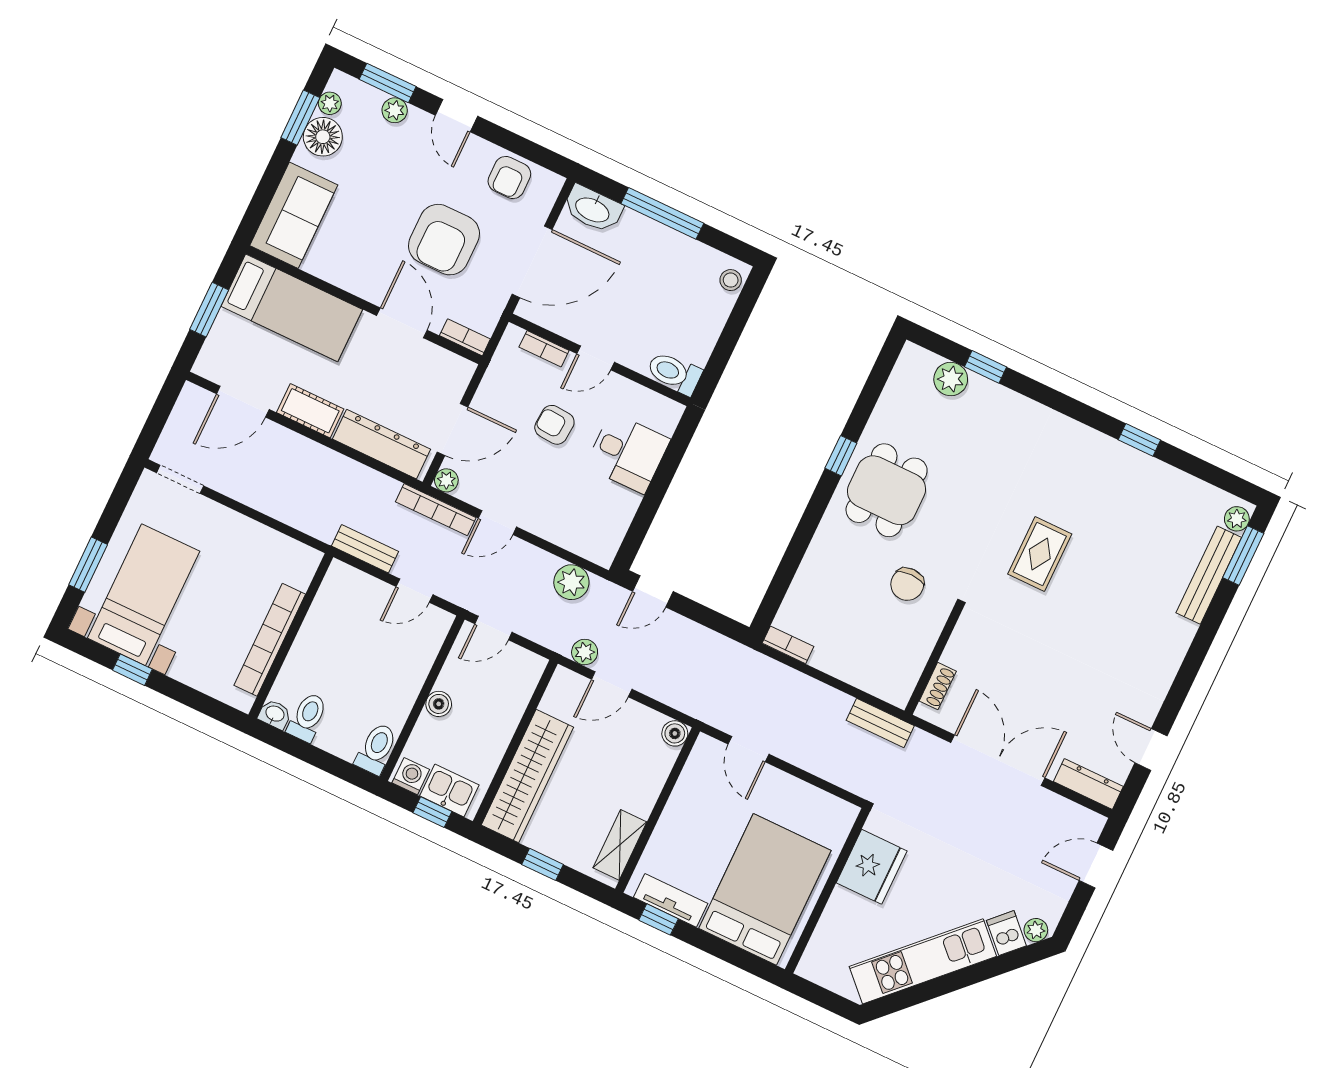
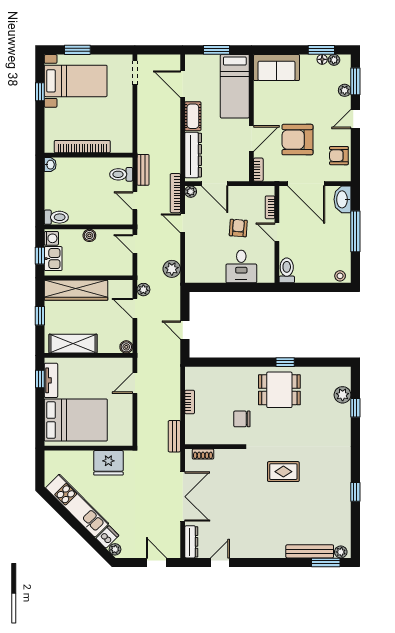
floor lamp: (323, 137) -> (322, 59), width x0.53, depth x0.53
door: (653, 591) -> (185, 330), moved
bookcase: (788, 645) -> (190, 402), moved
toilet: (308, 717) -> (121, 174), moved, turned 180
shelving: (620, 845) -> (73, 344), width x1.50, depth x1.33

